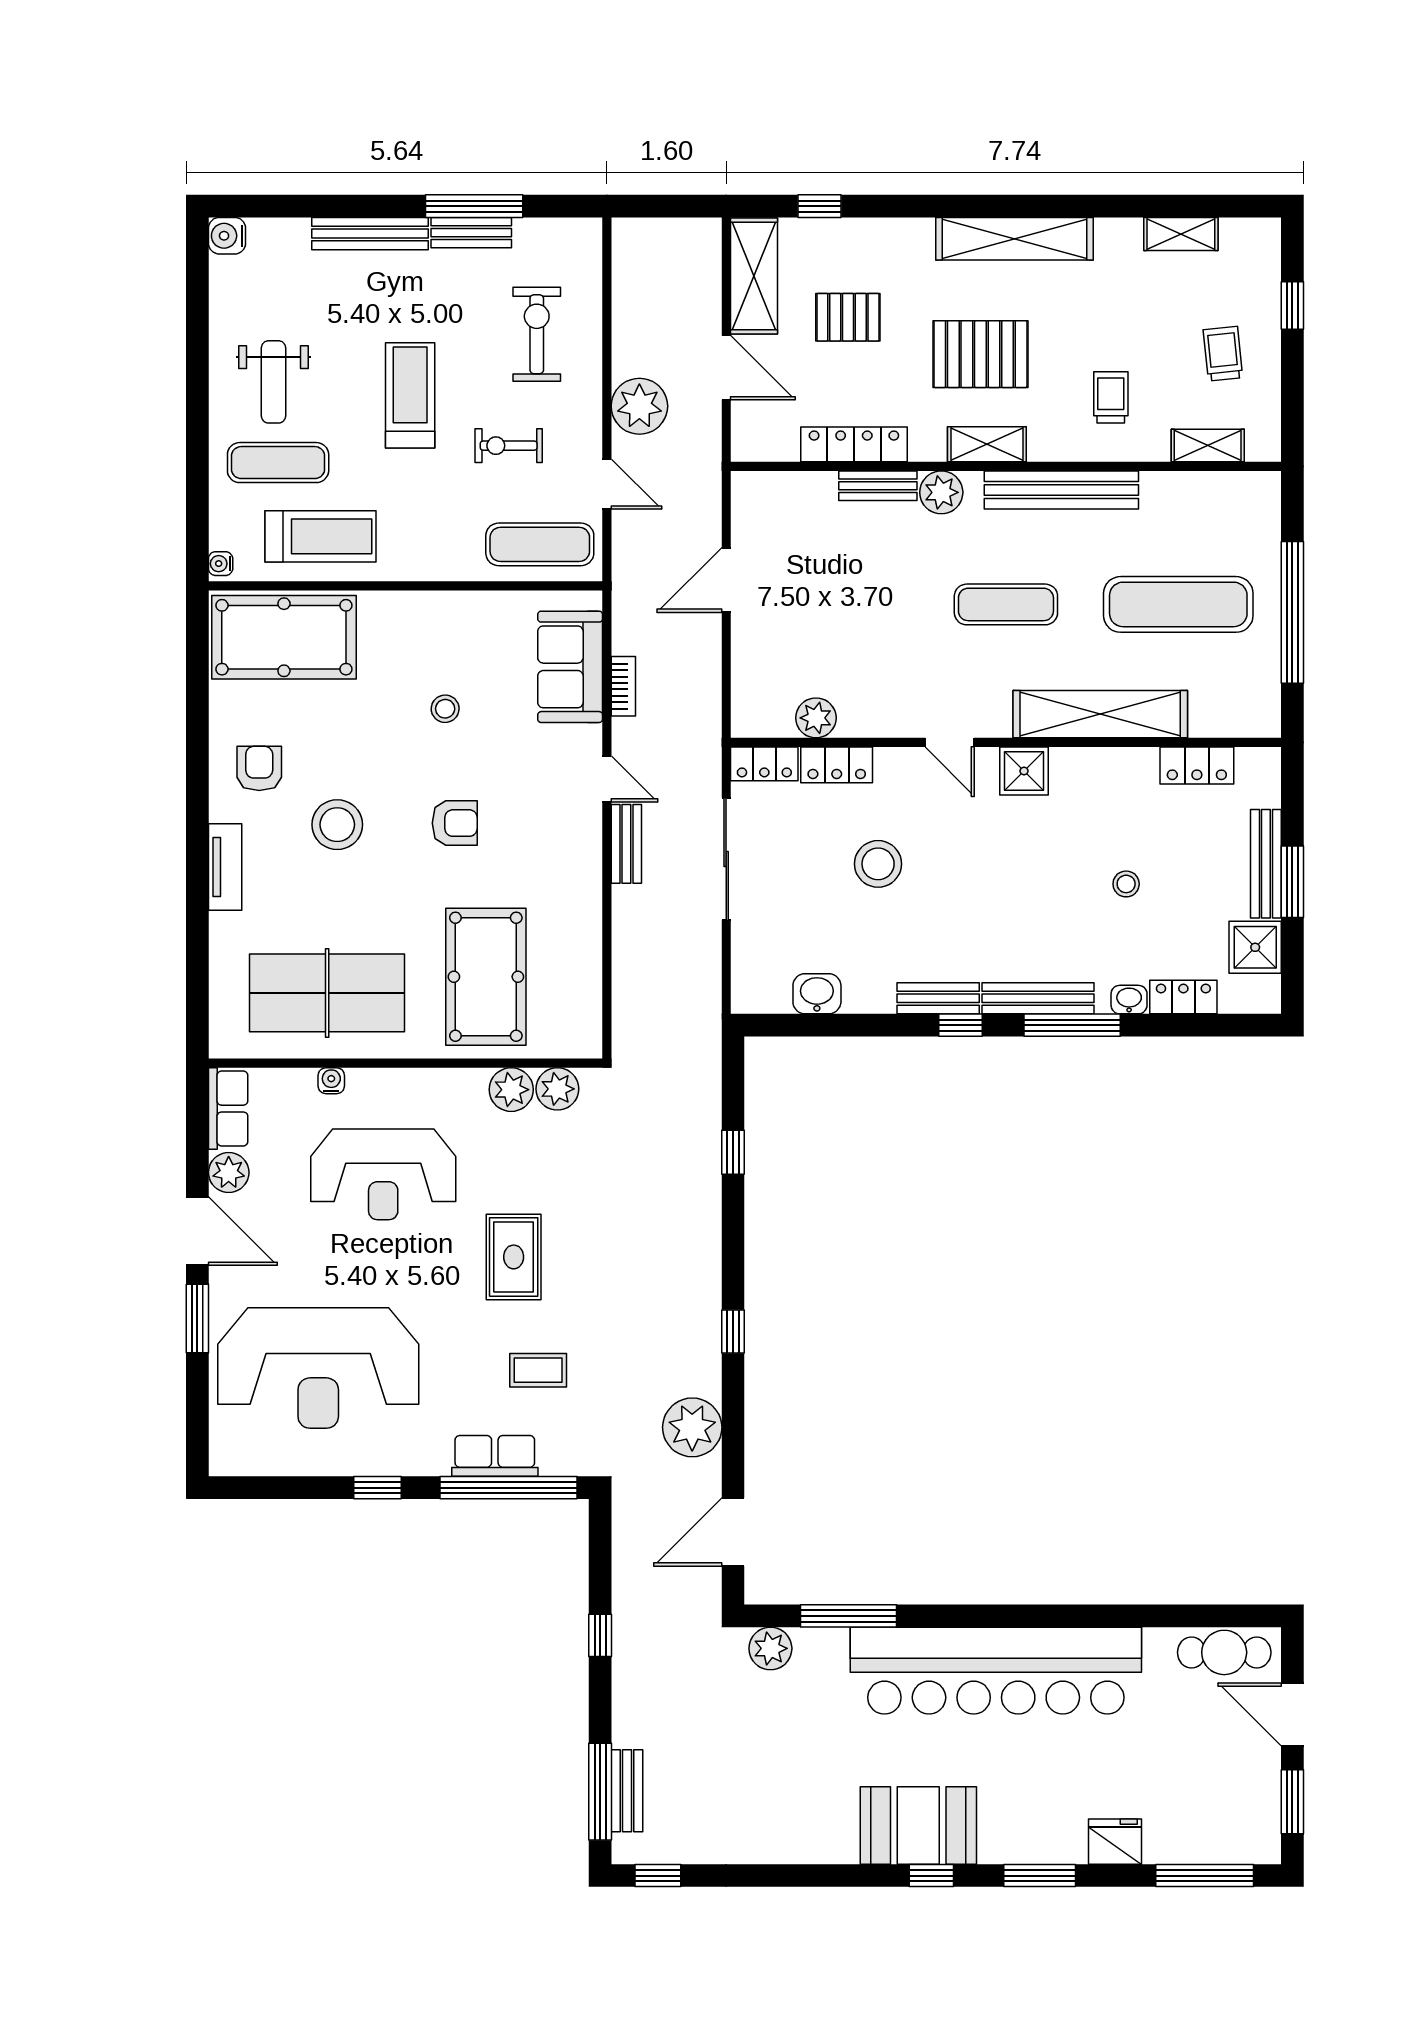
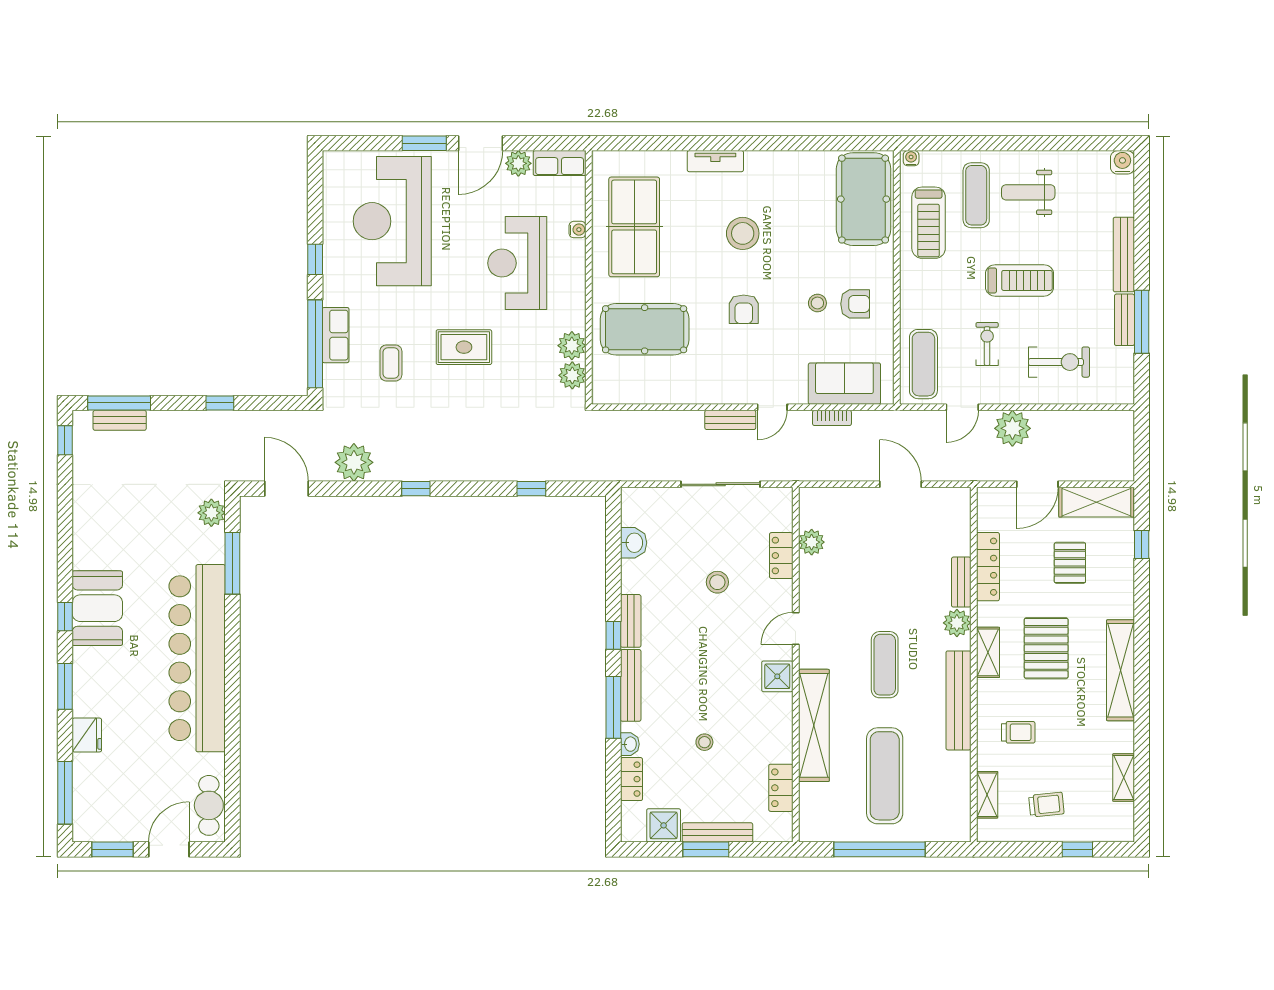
locker: (764, 764) -> (782, 509), removed
armchair: (259, 768) -> (855, 304), moved
stool: (878, 864) -> (717, 582), width x0.73, depth x0.73

